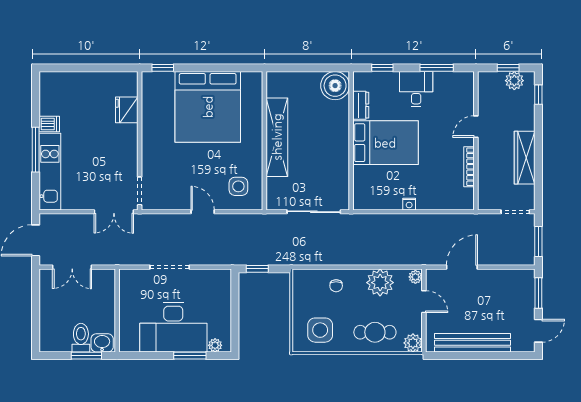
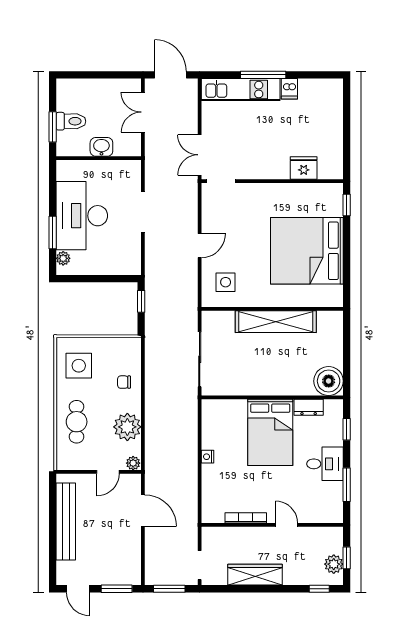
washbasin: (102, 343) -> (101, 147), moved, turned -90
plant: (413, 343) -> (66, 461), removed

